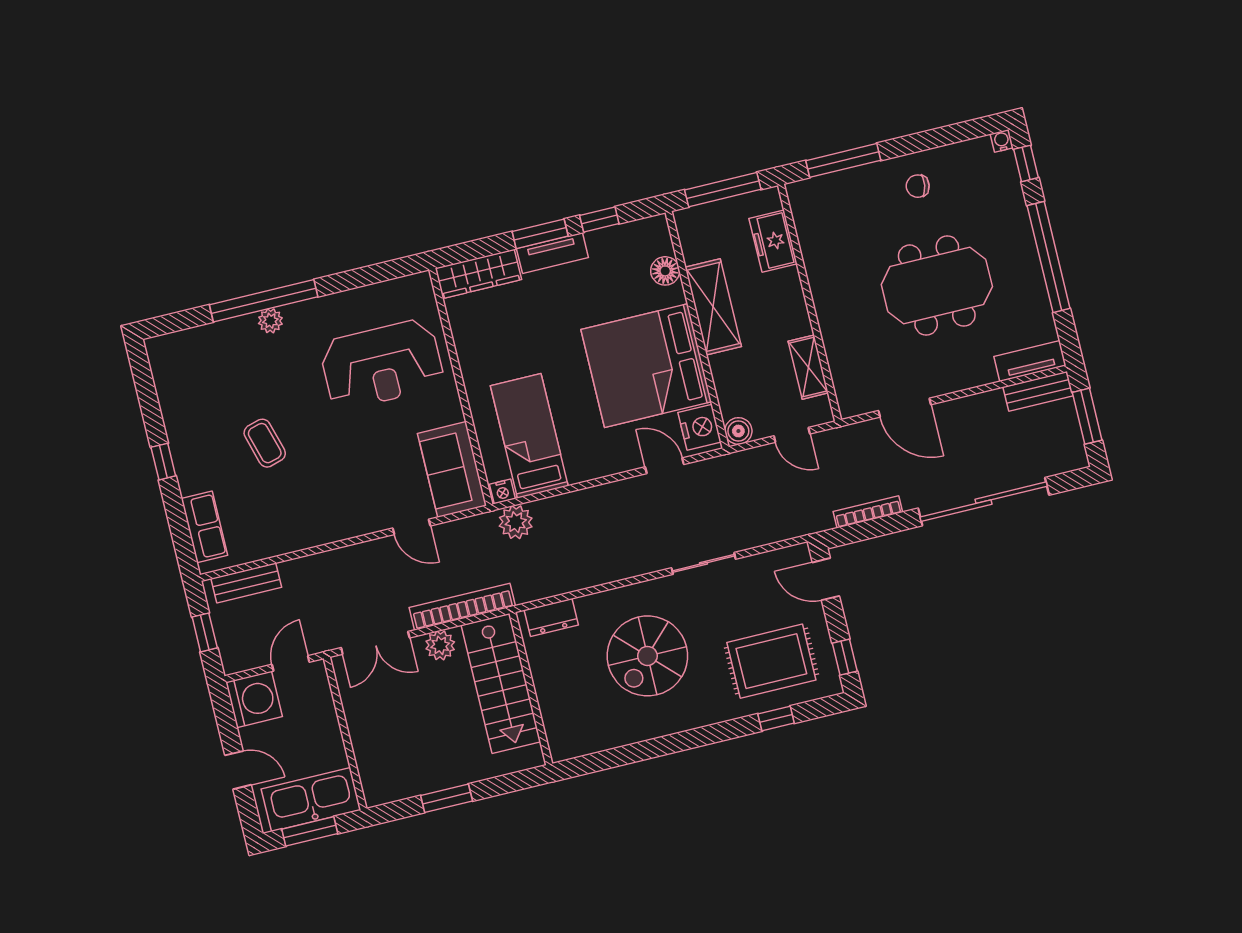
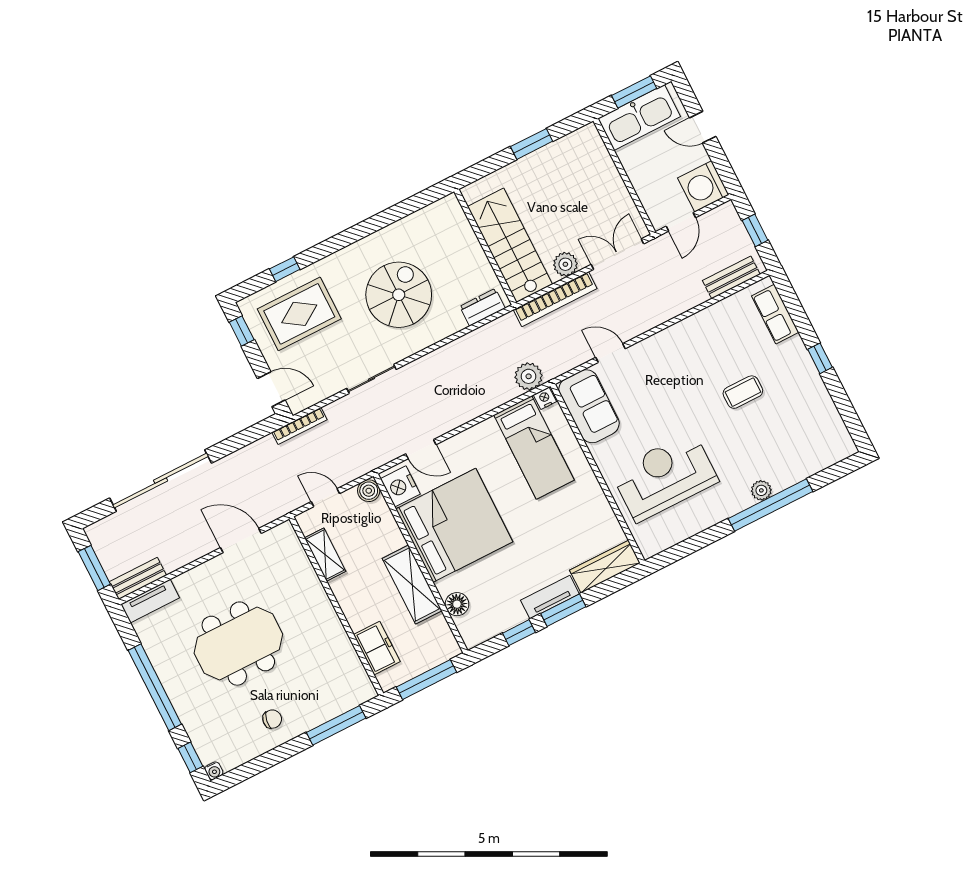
coffee table: (265, 443) -> (743, 392), turned -74
bookcase: (868, 512) -> (299, 426), moved

